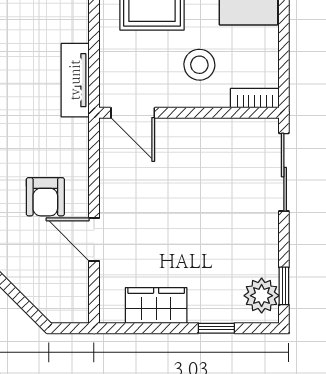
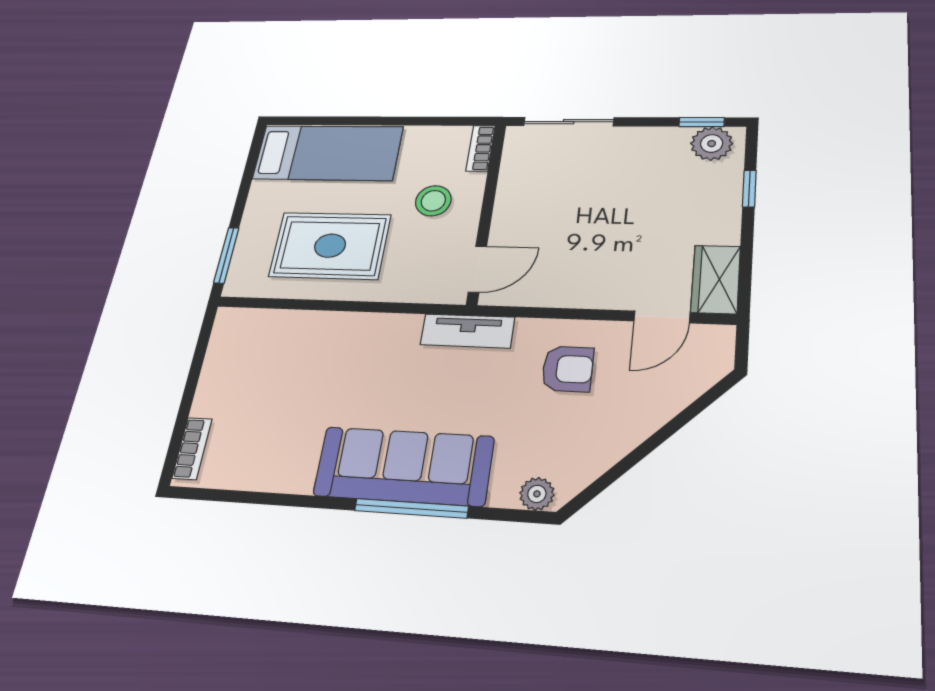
tv unit: (75, 80) -> (467, 331), moved
door: (94, 240) -> (662, 317), moved
wardrobe: (156, 306) -> (716, 279), moved

